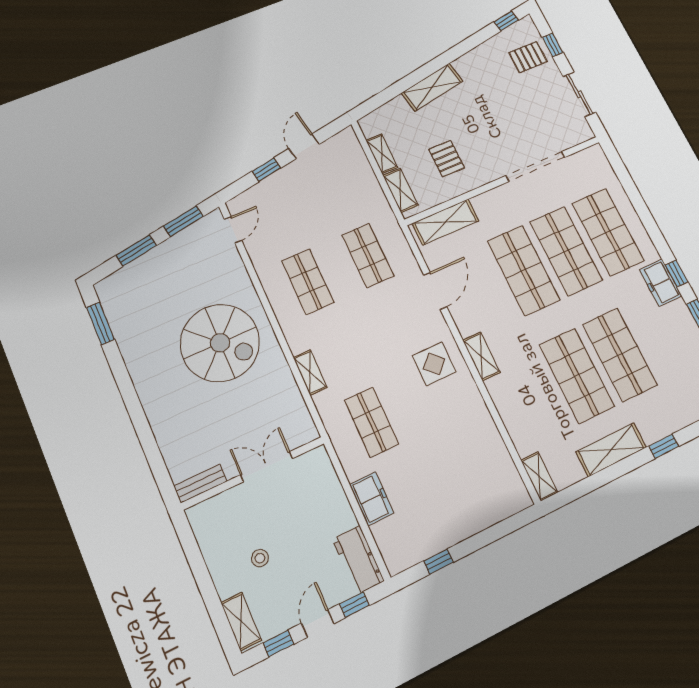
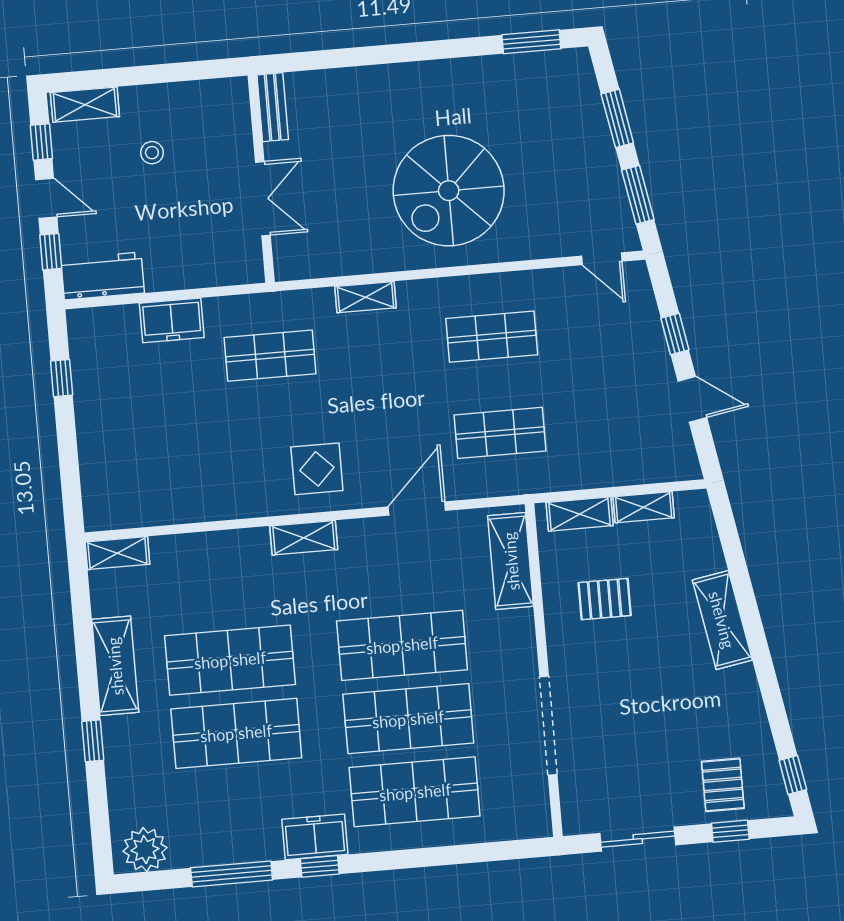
door: (435, 291) -> (417, 509), swing flipped

